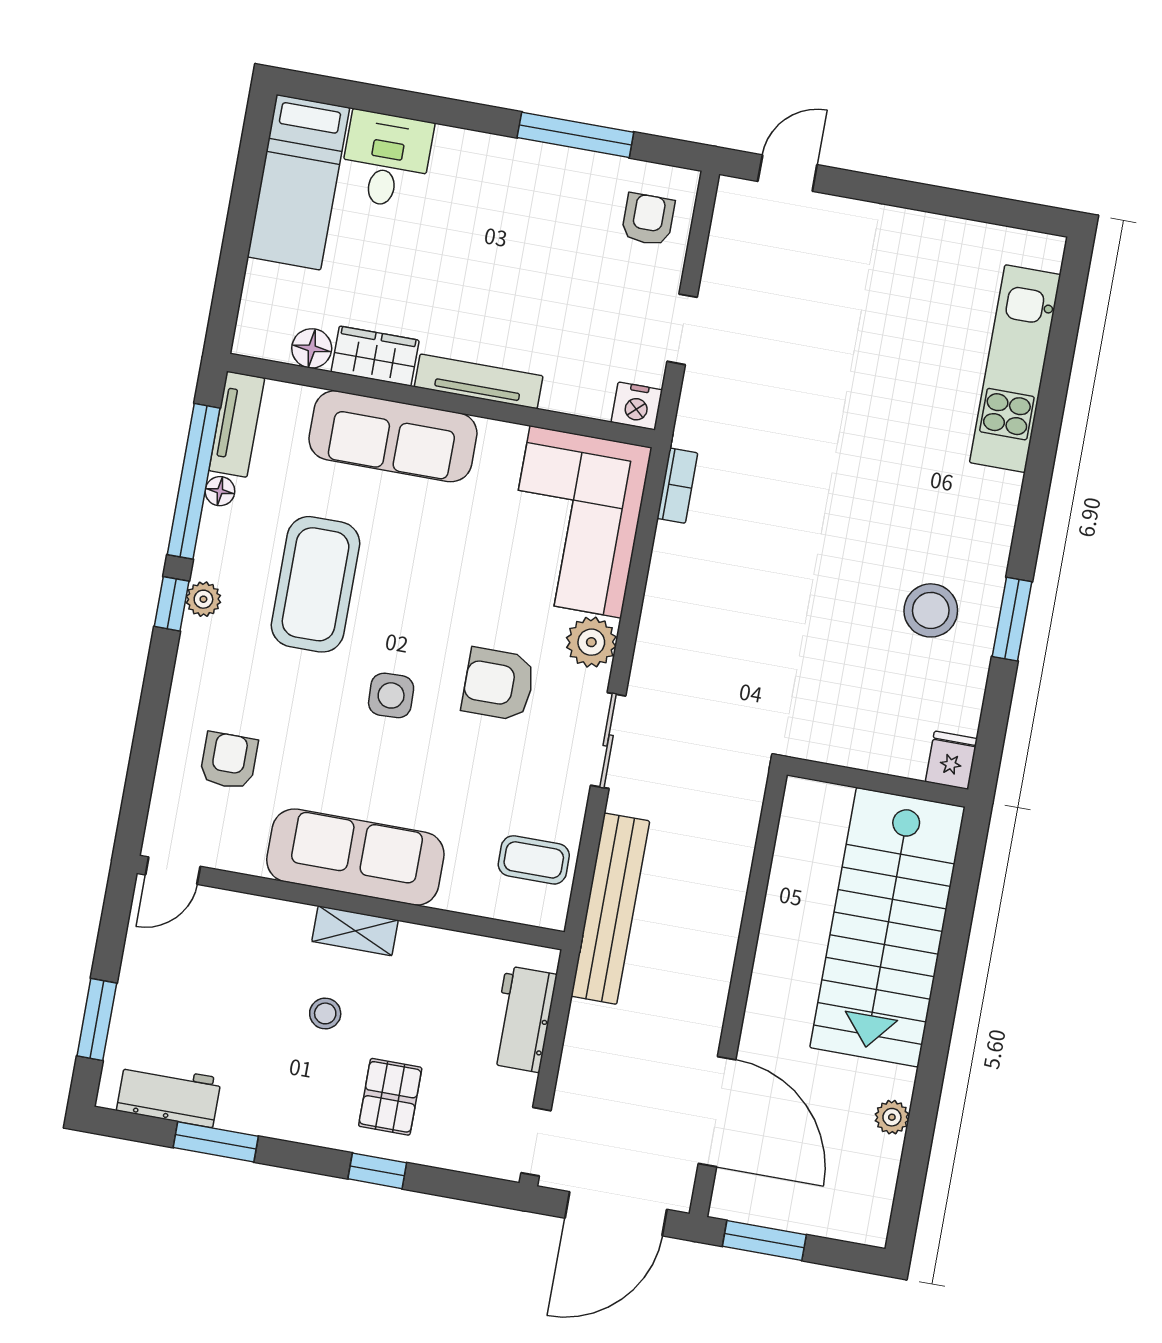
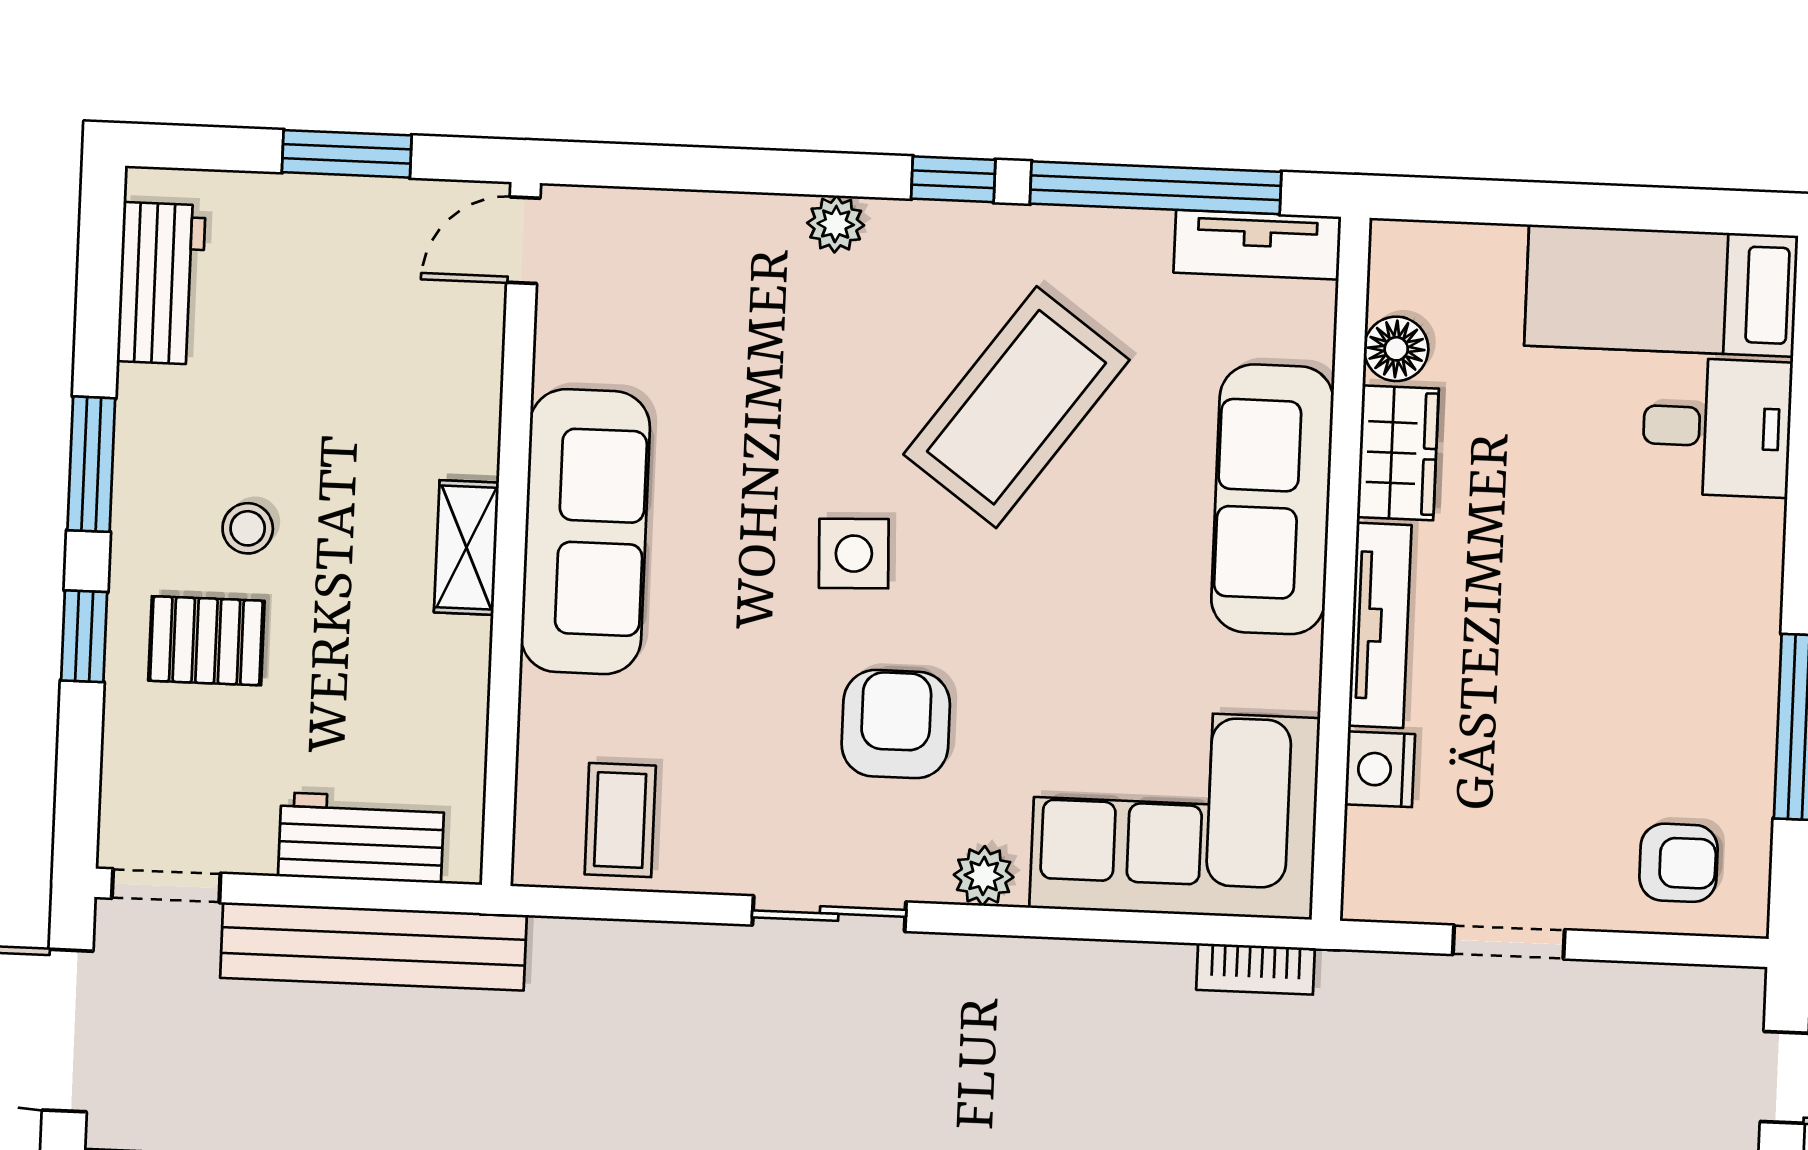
nightstand: (637, 406) -> (1380, 769), moved
floor lamp: (220, 491) -> (1146, 232), removed
coffee table: (316, 584) -> (1016, 407), turned -54
plant: (203, 599) -> (836, 224), moved
plant: (591, 642) -> (984, 876), width x0.73, depth x0.73
armchair: (229, 761) -> (713, 306), removed
door: (173, 871) -> (523, 240), hinge flipped
bench: (610, 909) -> (373, 946), moved
stool: (325, 1013) -> (248, 528), moved
window: (97, 1020) -> (347, 154), moved
window: (216, 1142) -> (91, 464), moved

